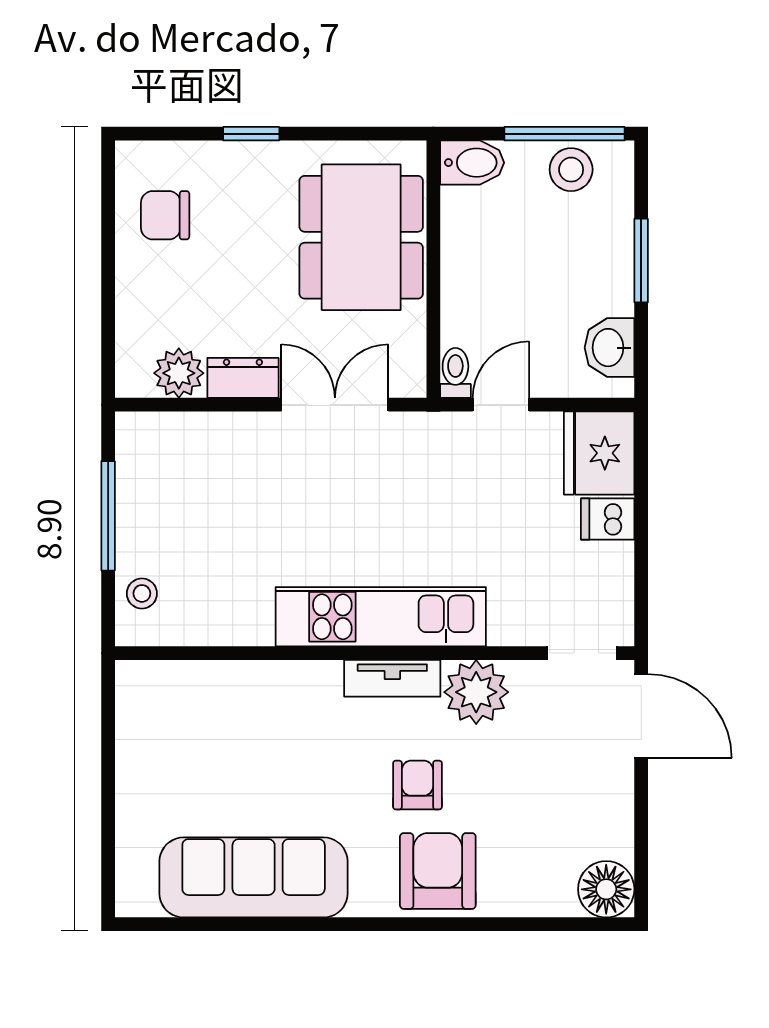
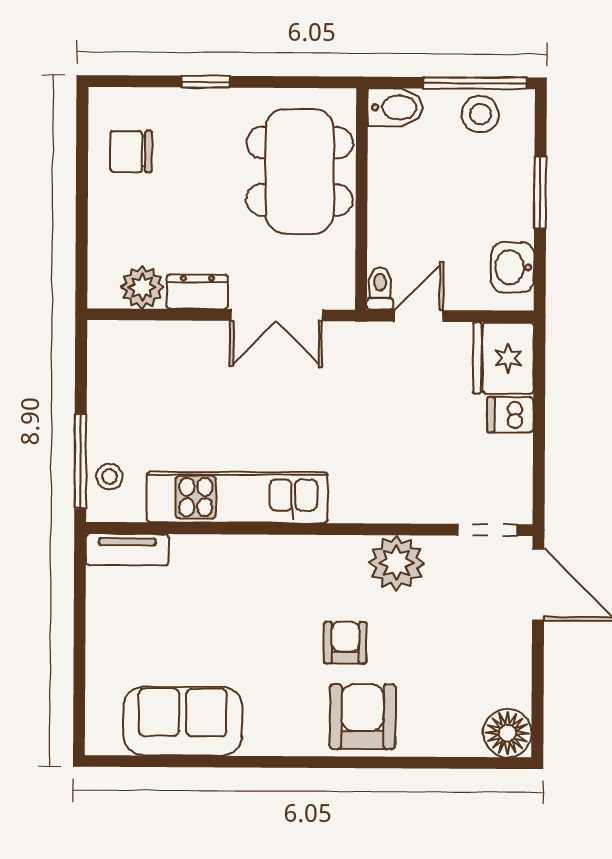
double door: (335, 405) -> (276, 315), swing flipped
window: (108, 516) -> (80, 461), moved
kitchen unit: (381, 617) -> (237, 497), moved
tv unit: (392, 678) -> (127, 550), moved
sofa: (254, 877) -> (183, 721), width x0.73

